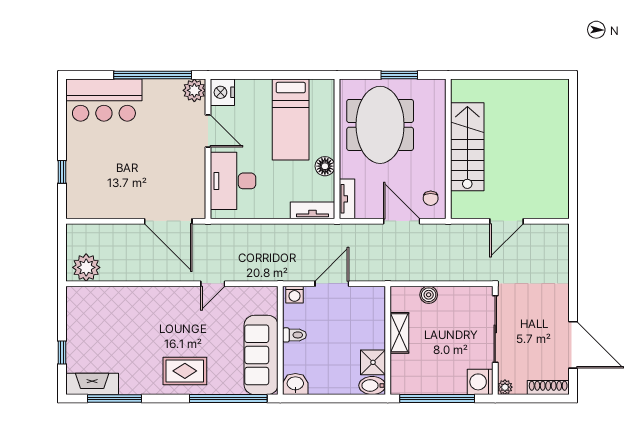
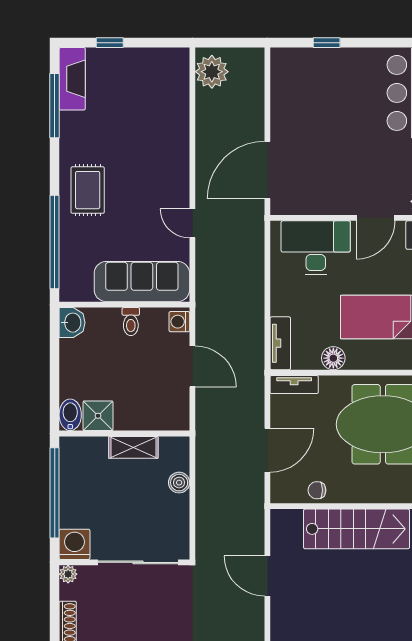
chair: (431, 198) -> (317, 490), moved
sofa: (261, 355) -> (142, 282), moved

